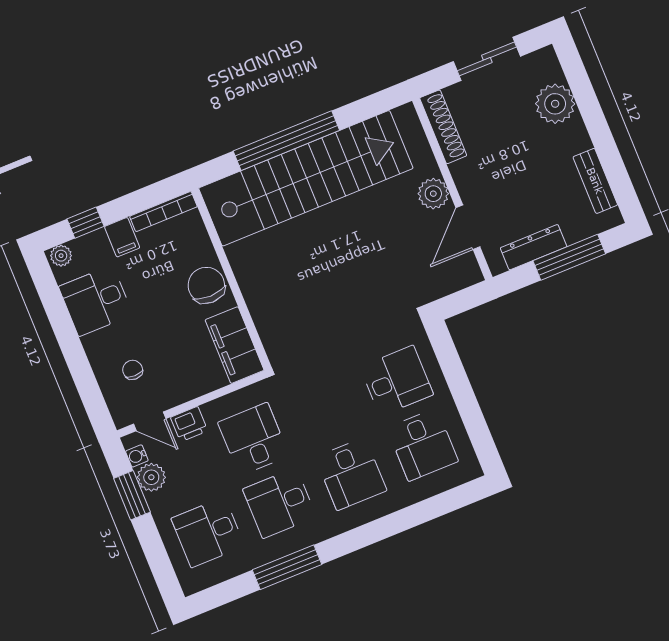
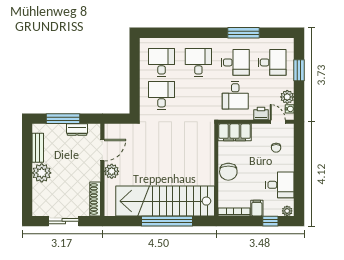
plant: (555, 104) -> (42, 173), moved
dresser: (534, 247) -> (77, 130), width x0.70
filing cabinet: (235, 345) -> (235, 132), moved, turned 90
desk: (397, 381) -> (162, 95), turned 90
window: (132, 495) -> (299, 70), moved

